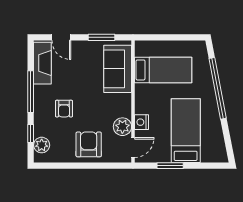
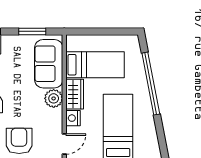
wardrobe: (143, 99) -> (75, 94), added
plant: (122, 127) -> (54, 98), moved

